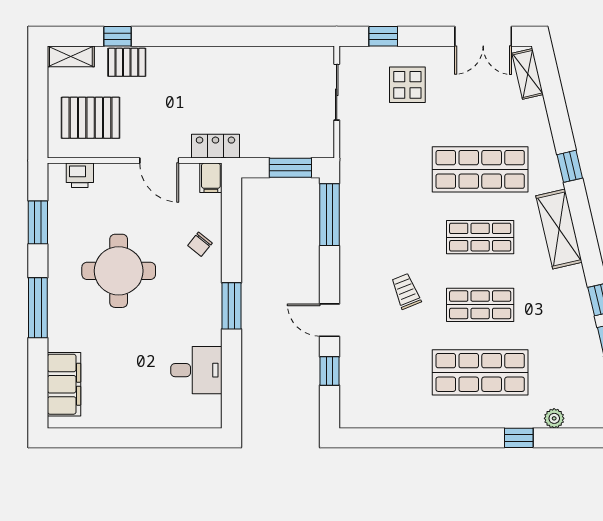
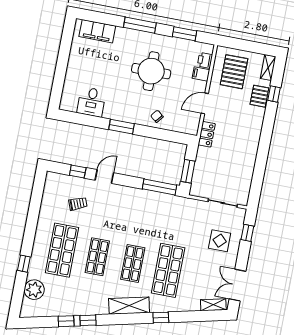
filing cabinet: (211, 178) -> (201, 74), moved
trolley: (406, 291) -> (78, 204), moved
plant: (554, 418) -> (34, 290), width x1.88, depth x1.88

